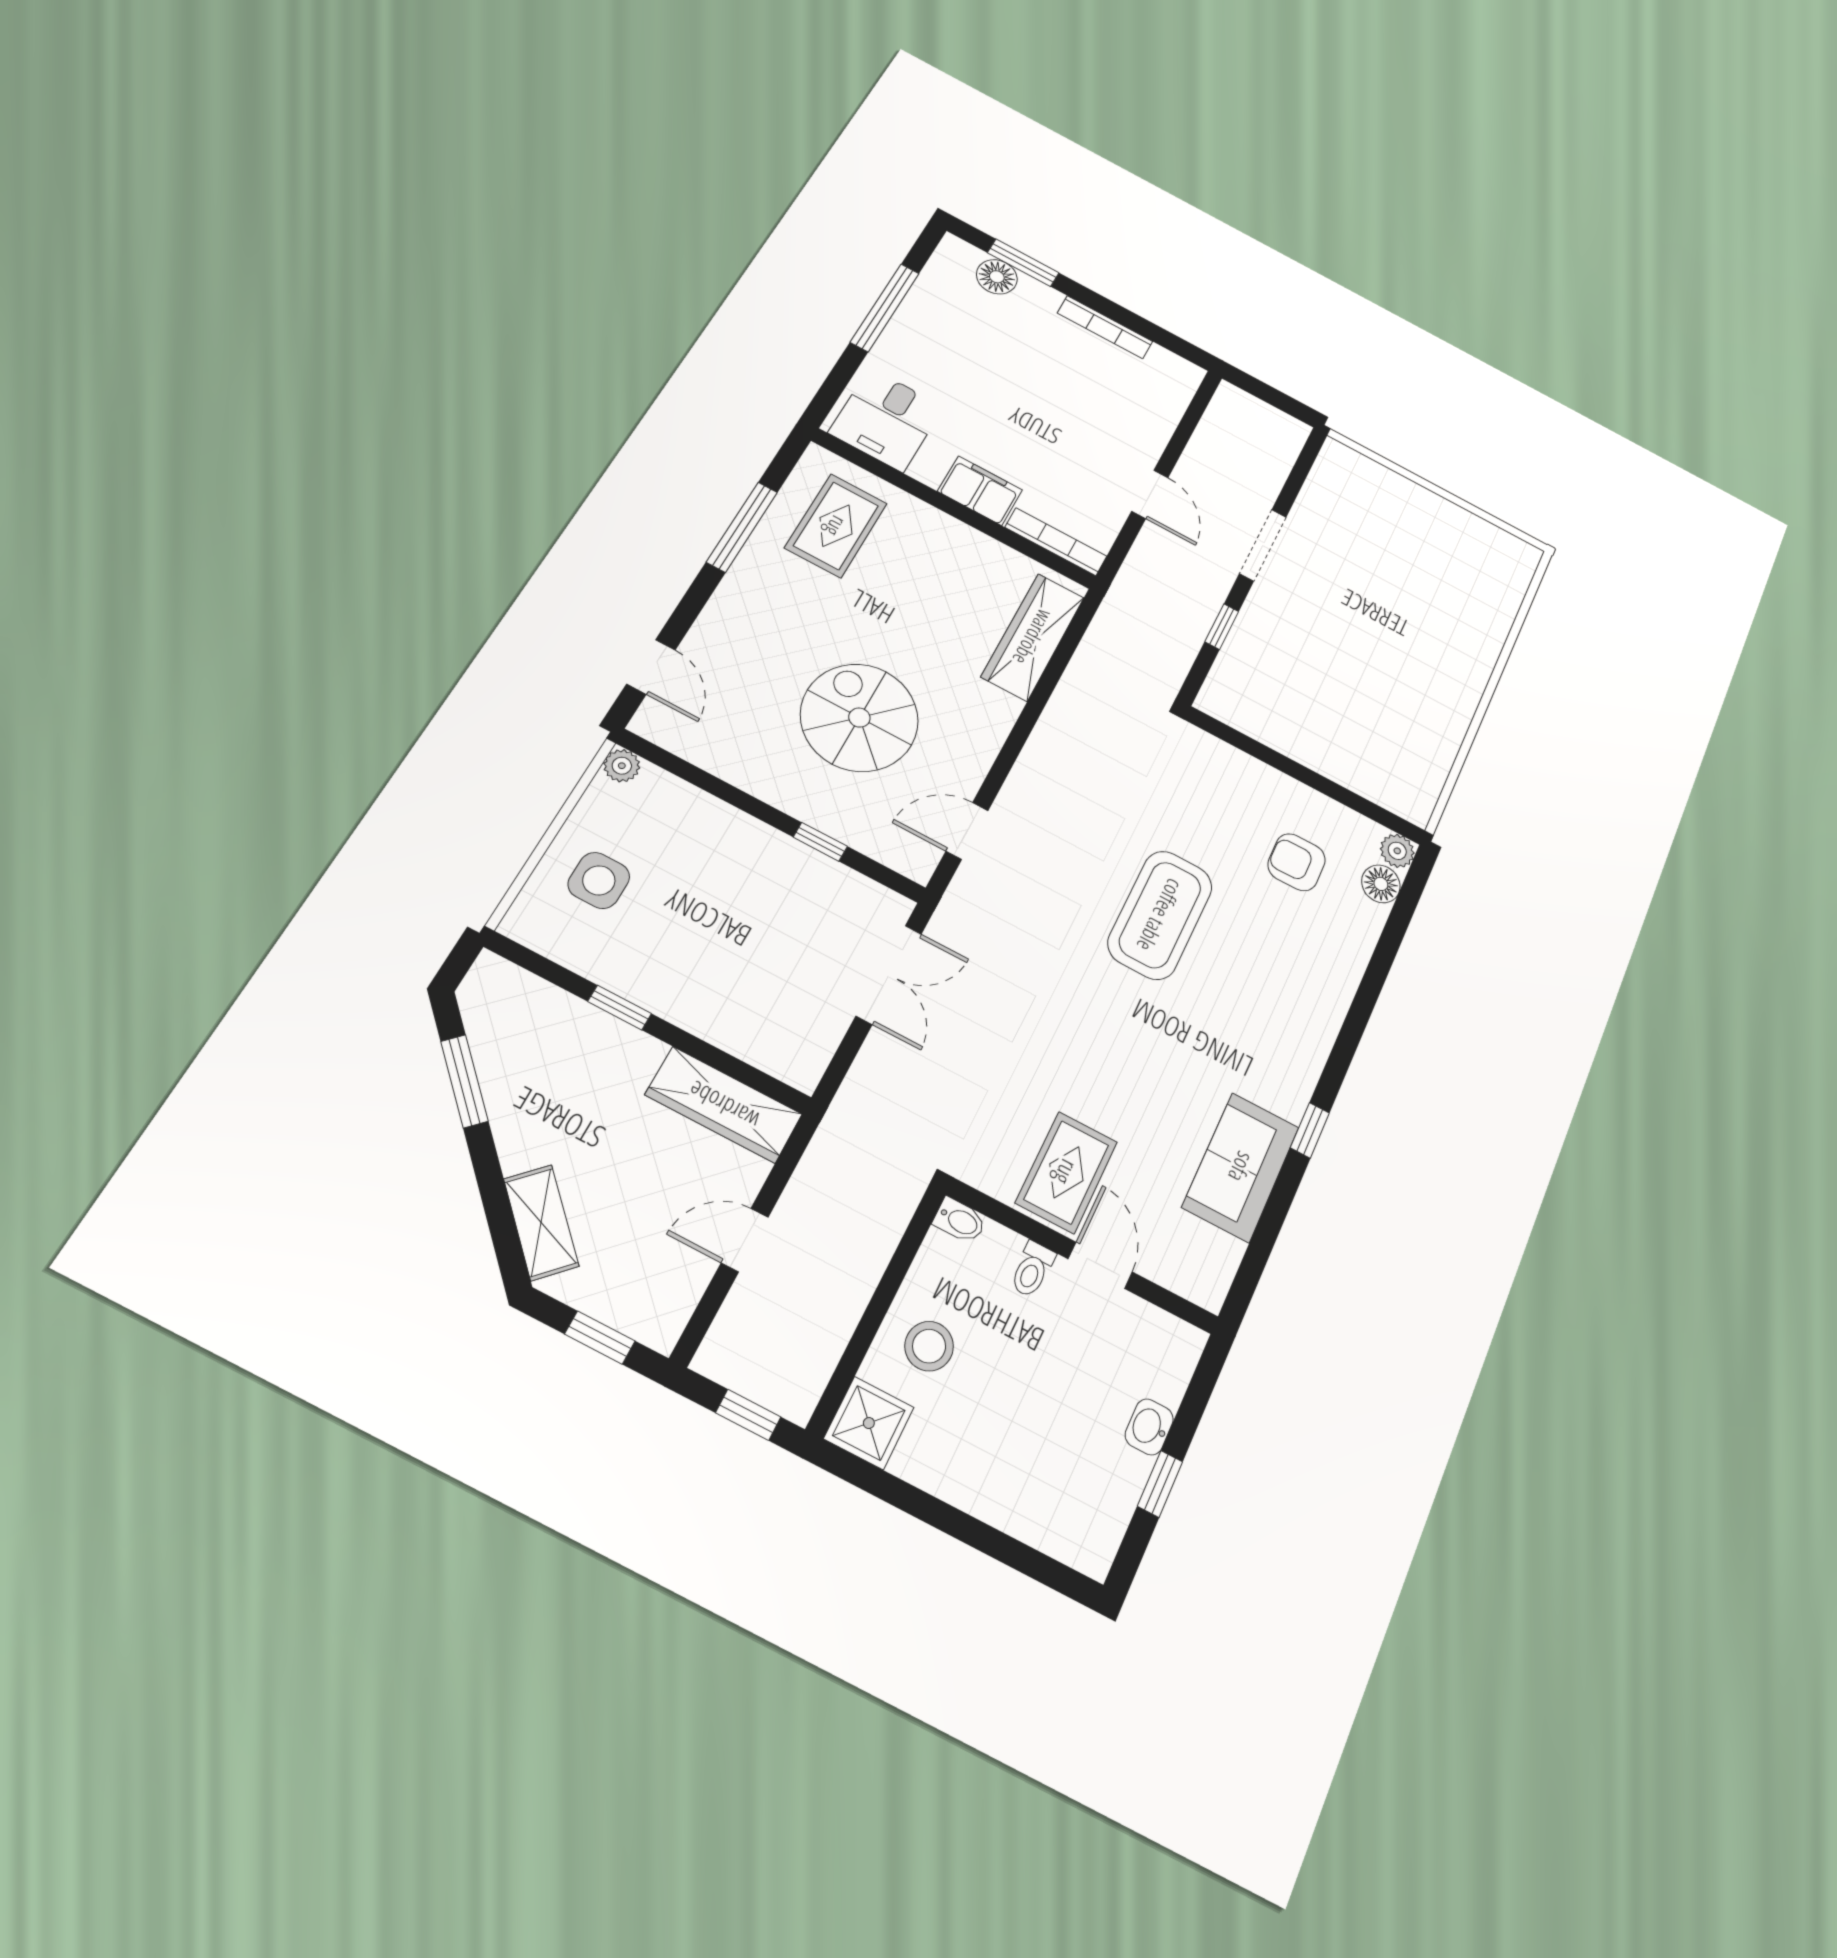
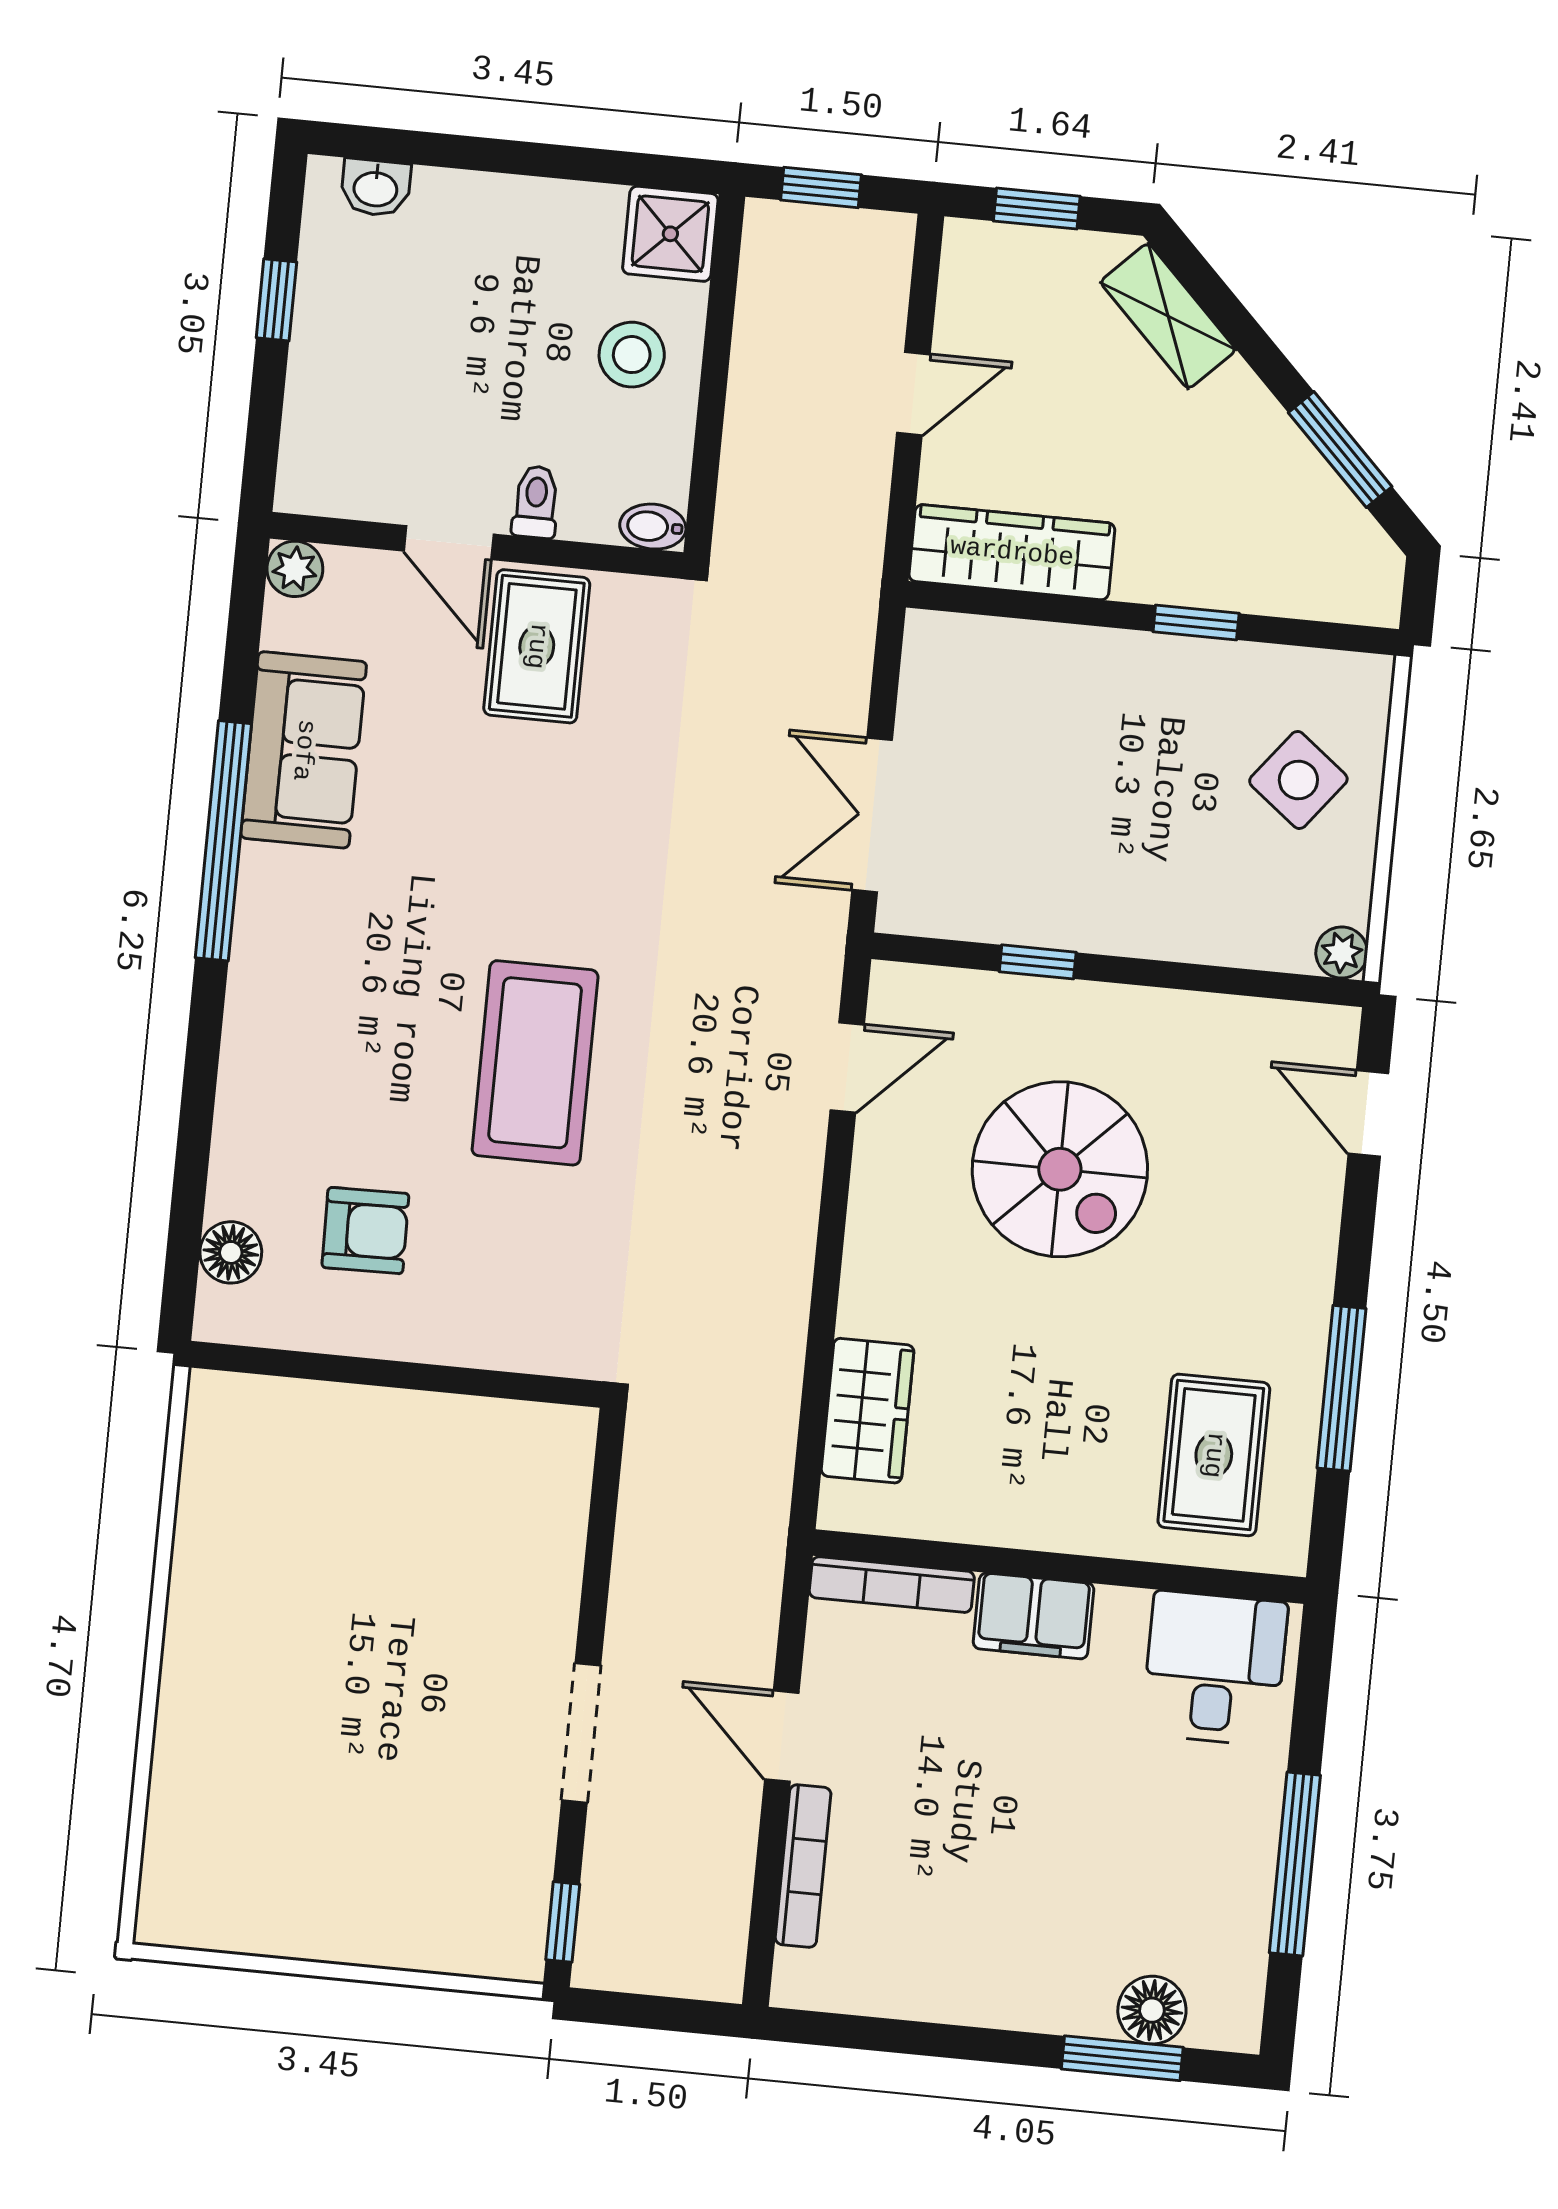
bookcase: (1105, 327) -> (803, 1866), moved, turned 90
window: (1222, 627) -> (563, 1922), moved
wardrobe: (1033, 637) -> (868, 1411), width x0.67
plant: (1397, 851) -> (295, 569), moved
side table: (599, 880) -> (1298, 780), turned 38
window: (1310, 1130) -> (223, 841), width x3.17
washbasin: (1149, 1427) -> (376, 188), moved, turned 90

